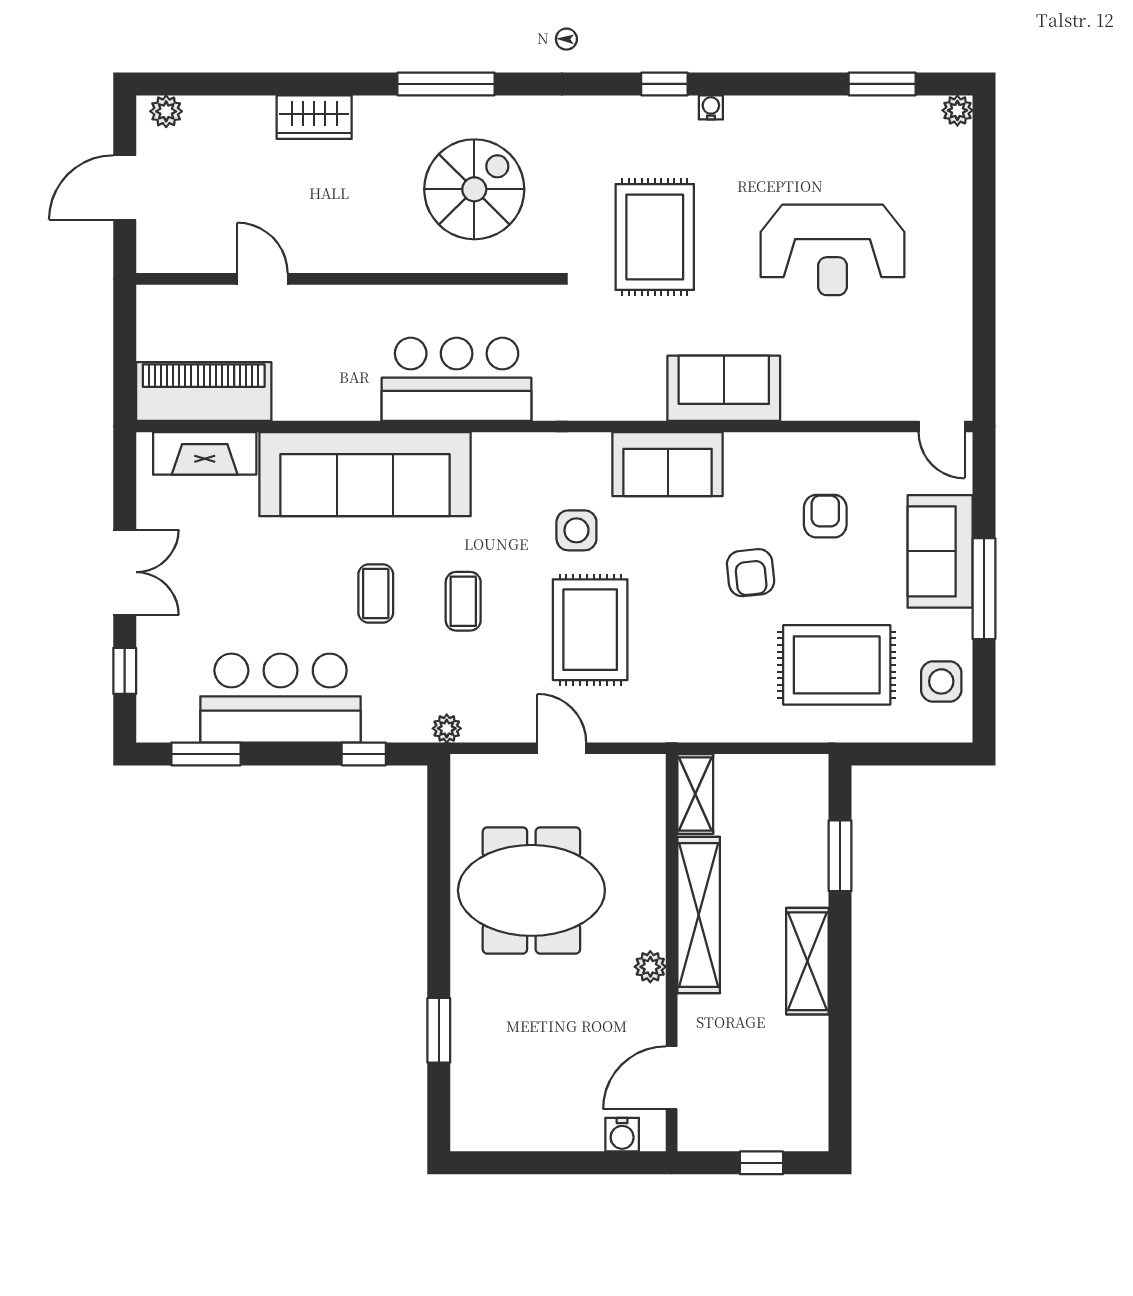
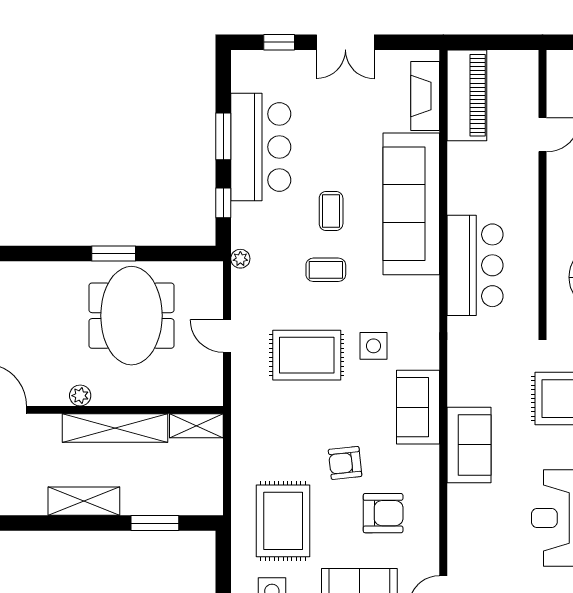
armchair: (825, 516) -> (383, 513), width x1.38, depth x1.38
coffee table: (376, 593) -> (331, 211), turned 90
door: (562, 748) -> (227, 336), swing flipped
window: (206, 754) -> (223, 136), moved
window: (439, 1030) -> (114, 253), moved

